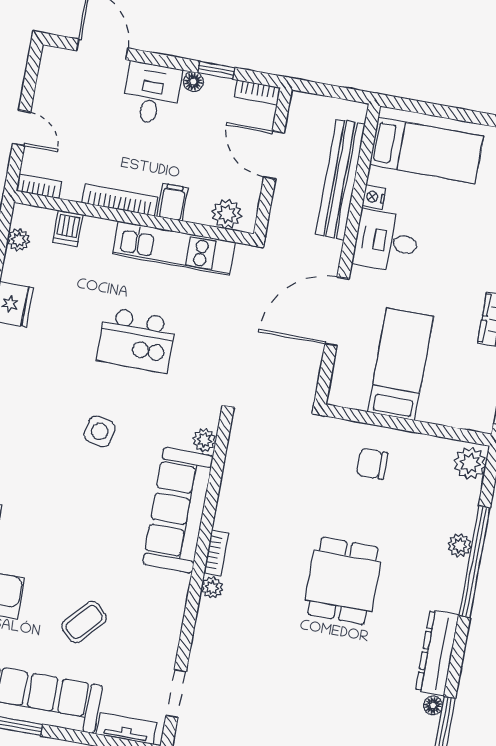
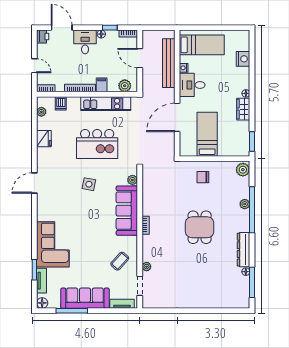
printer: (54, 62) -> (43, 37), added
kitchen island: (136, 340) -> (97, 144), width x1.37, depth x1.28
plant: (212, 588) -> (147, 267), moved
coffee table: (84, 622) -> (120, 261), moved

